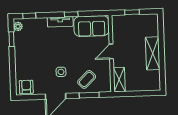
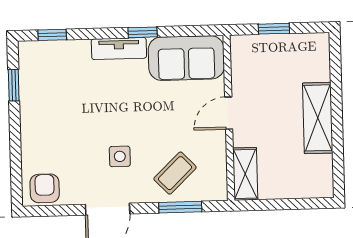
plant: (18, 26) -> (28, 58), removed

